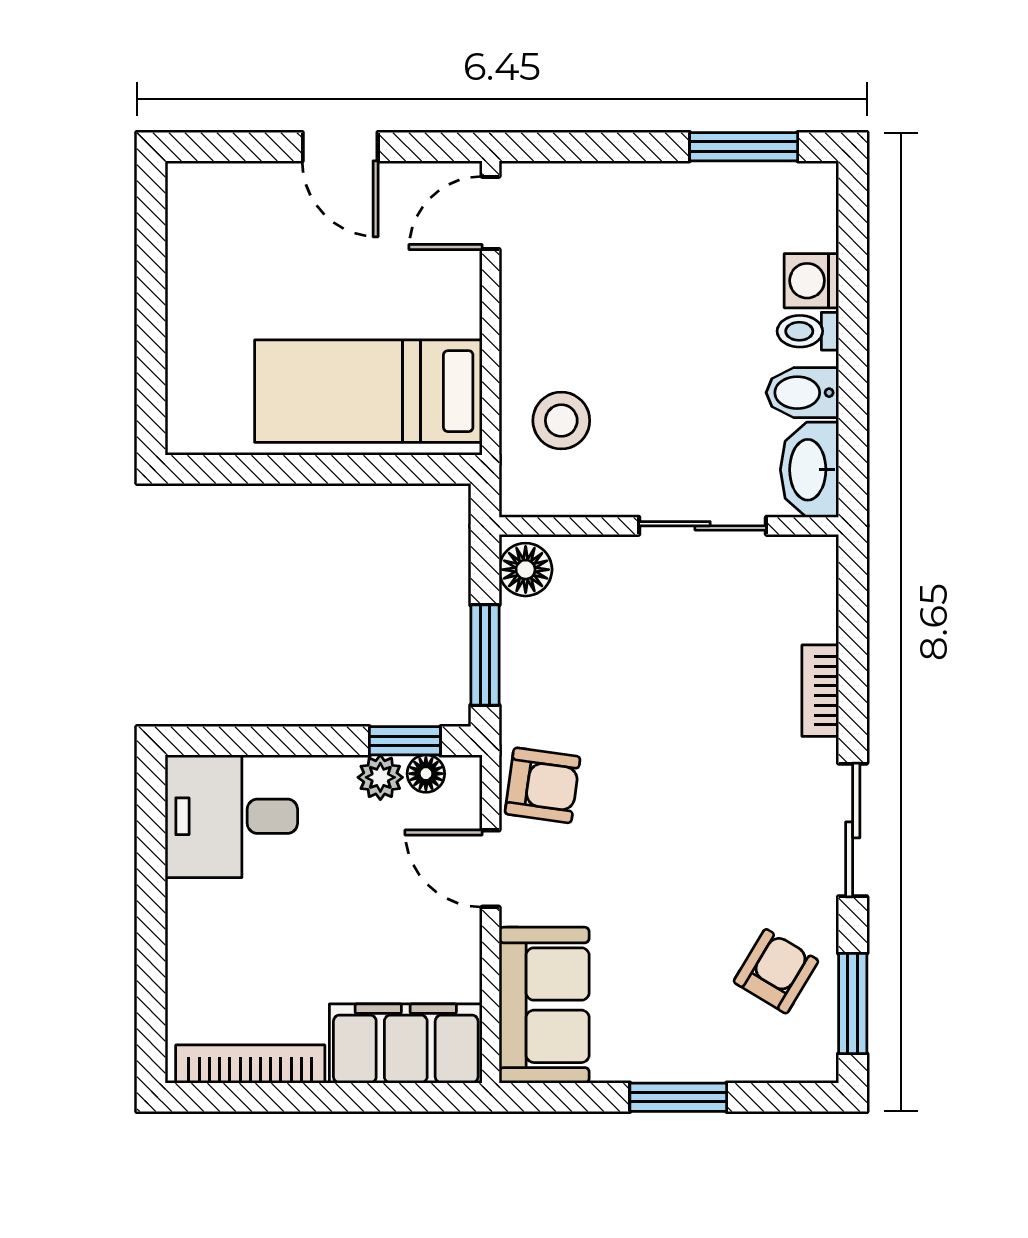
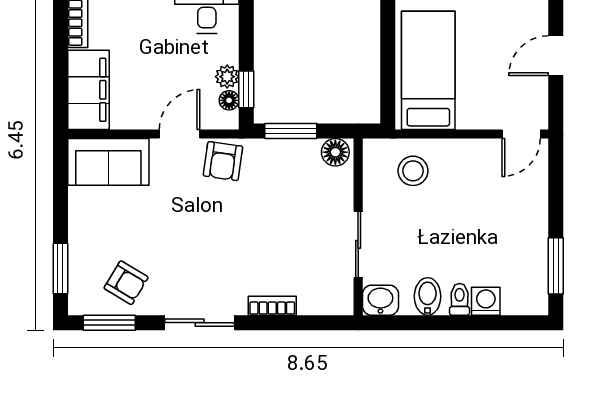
door: (491, 213) -> (521, 134), swing flipped
washbasin: (809, 470) -> (380, 300), width x0.72
window: (678, 1097) -> (60, 268), moved

